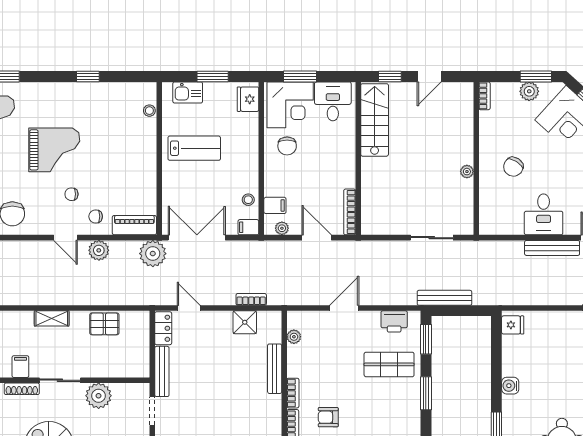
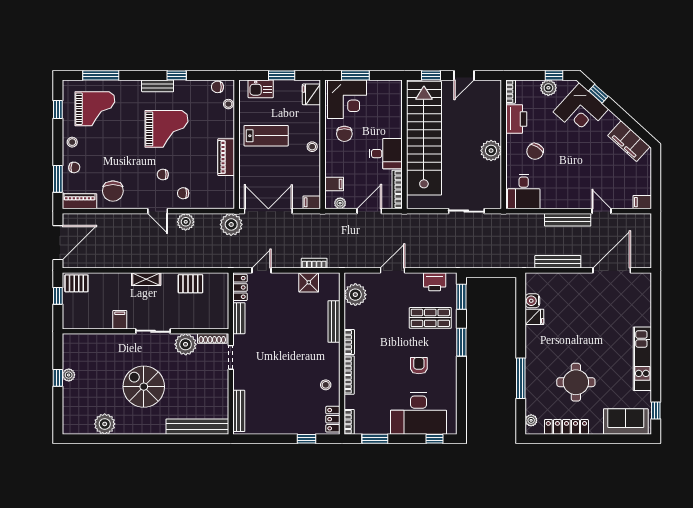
window: (536, 76) -> (554, 75), width x0.67
bench: (65, 89) -> (158, 86), added
chair: (136, 90) -> (217, 87), added
desk: (333, 101) -> (386, 154), moved, turned 90
stairs: (375, 120) -> (424, 138), width x1.86, depth x1.51
printer: (491, 128) -> (516, 119), added
grand piano: (54, 150) -> (166, 129), moved
plant: (467, 172) -> (491, 151), width x1.88, depth x1.88
stool: (248, 200) -> (312, 147), moved
desk: (544, 214) -> (524, 191), moved
piano: (134, 225) -> (226, 157), moved, turned -90
door: (317, 238) -> (369, 211), hinge flipped
bench: (444, 298) -> (558, 262), moved
door: (189, 308) -> (261, 270), hinge flipped
fridge: (513, 325) -> (534, 317), moved
plant: (294, 337) -> (355, 295), width x1.87, depth x1.87
bench: (162, 371) -> (239, 318), width x0.73
water cooler: (510, 386) -> (532, 301), moved
shoe rack: (22, 389) -> (212, 338), moved
armchair: (328, 417) -> (419, 366), moved, turned 90

